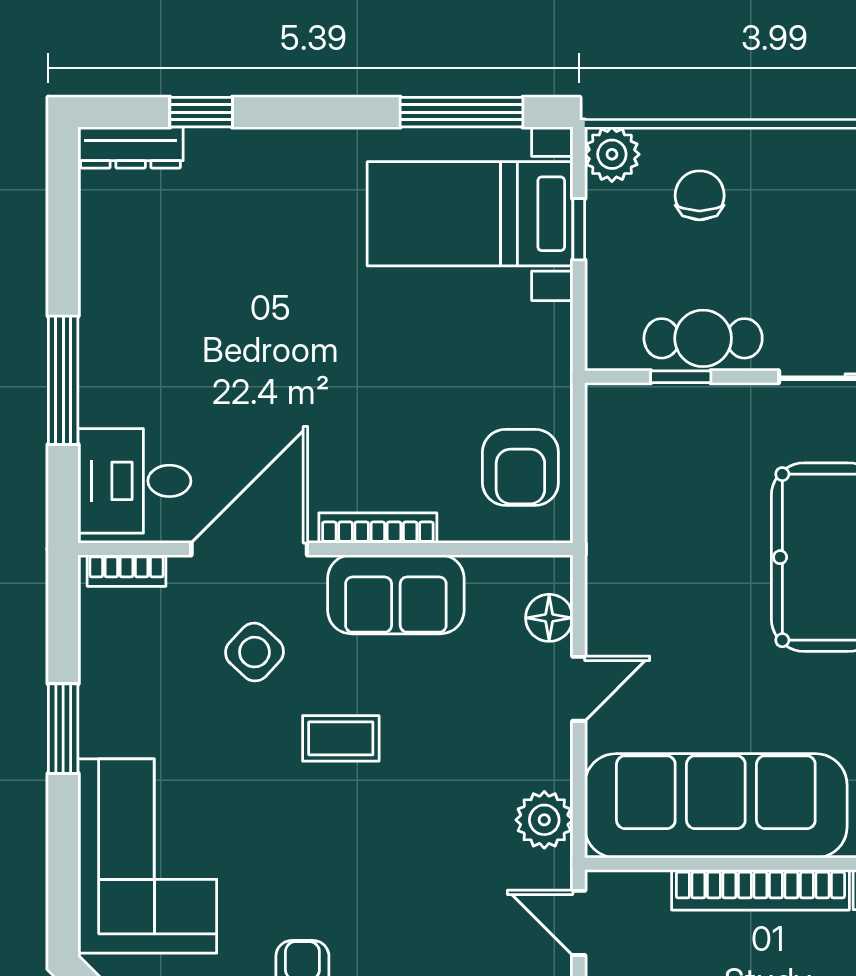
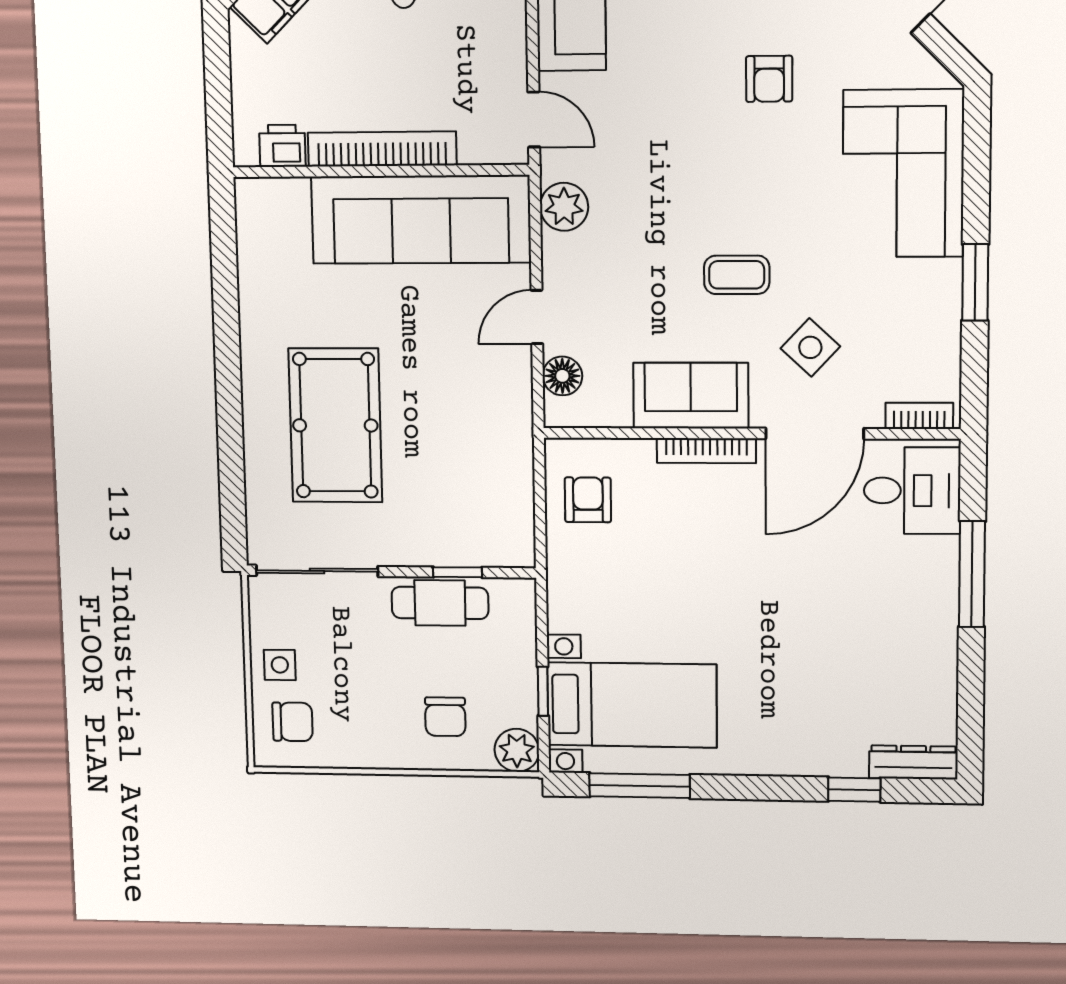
armchair: (520, 467) -> (588, 500), width x0.72, depth x0.72

